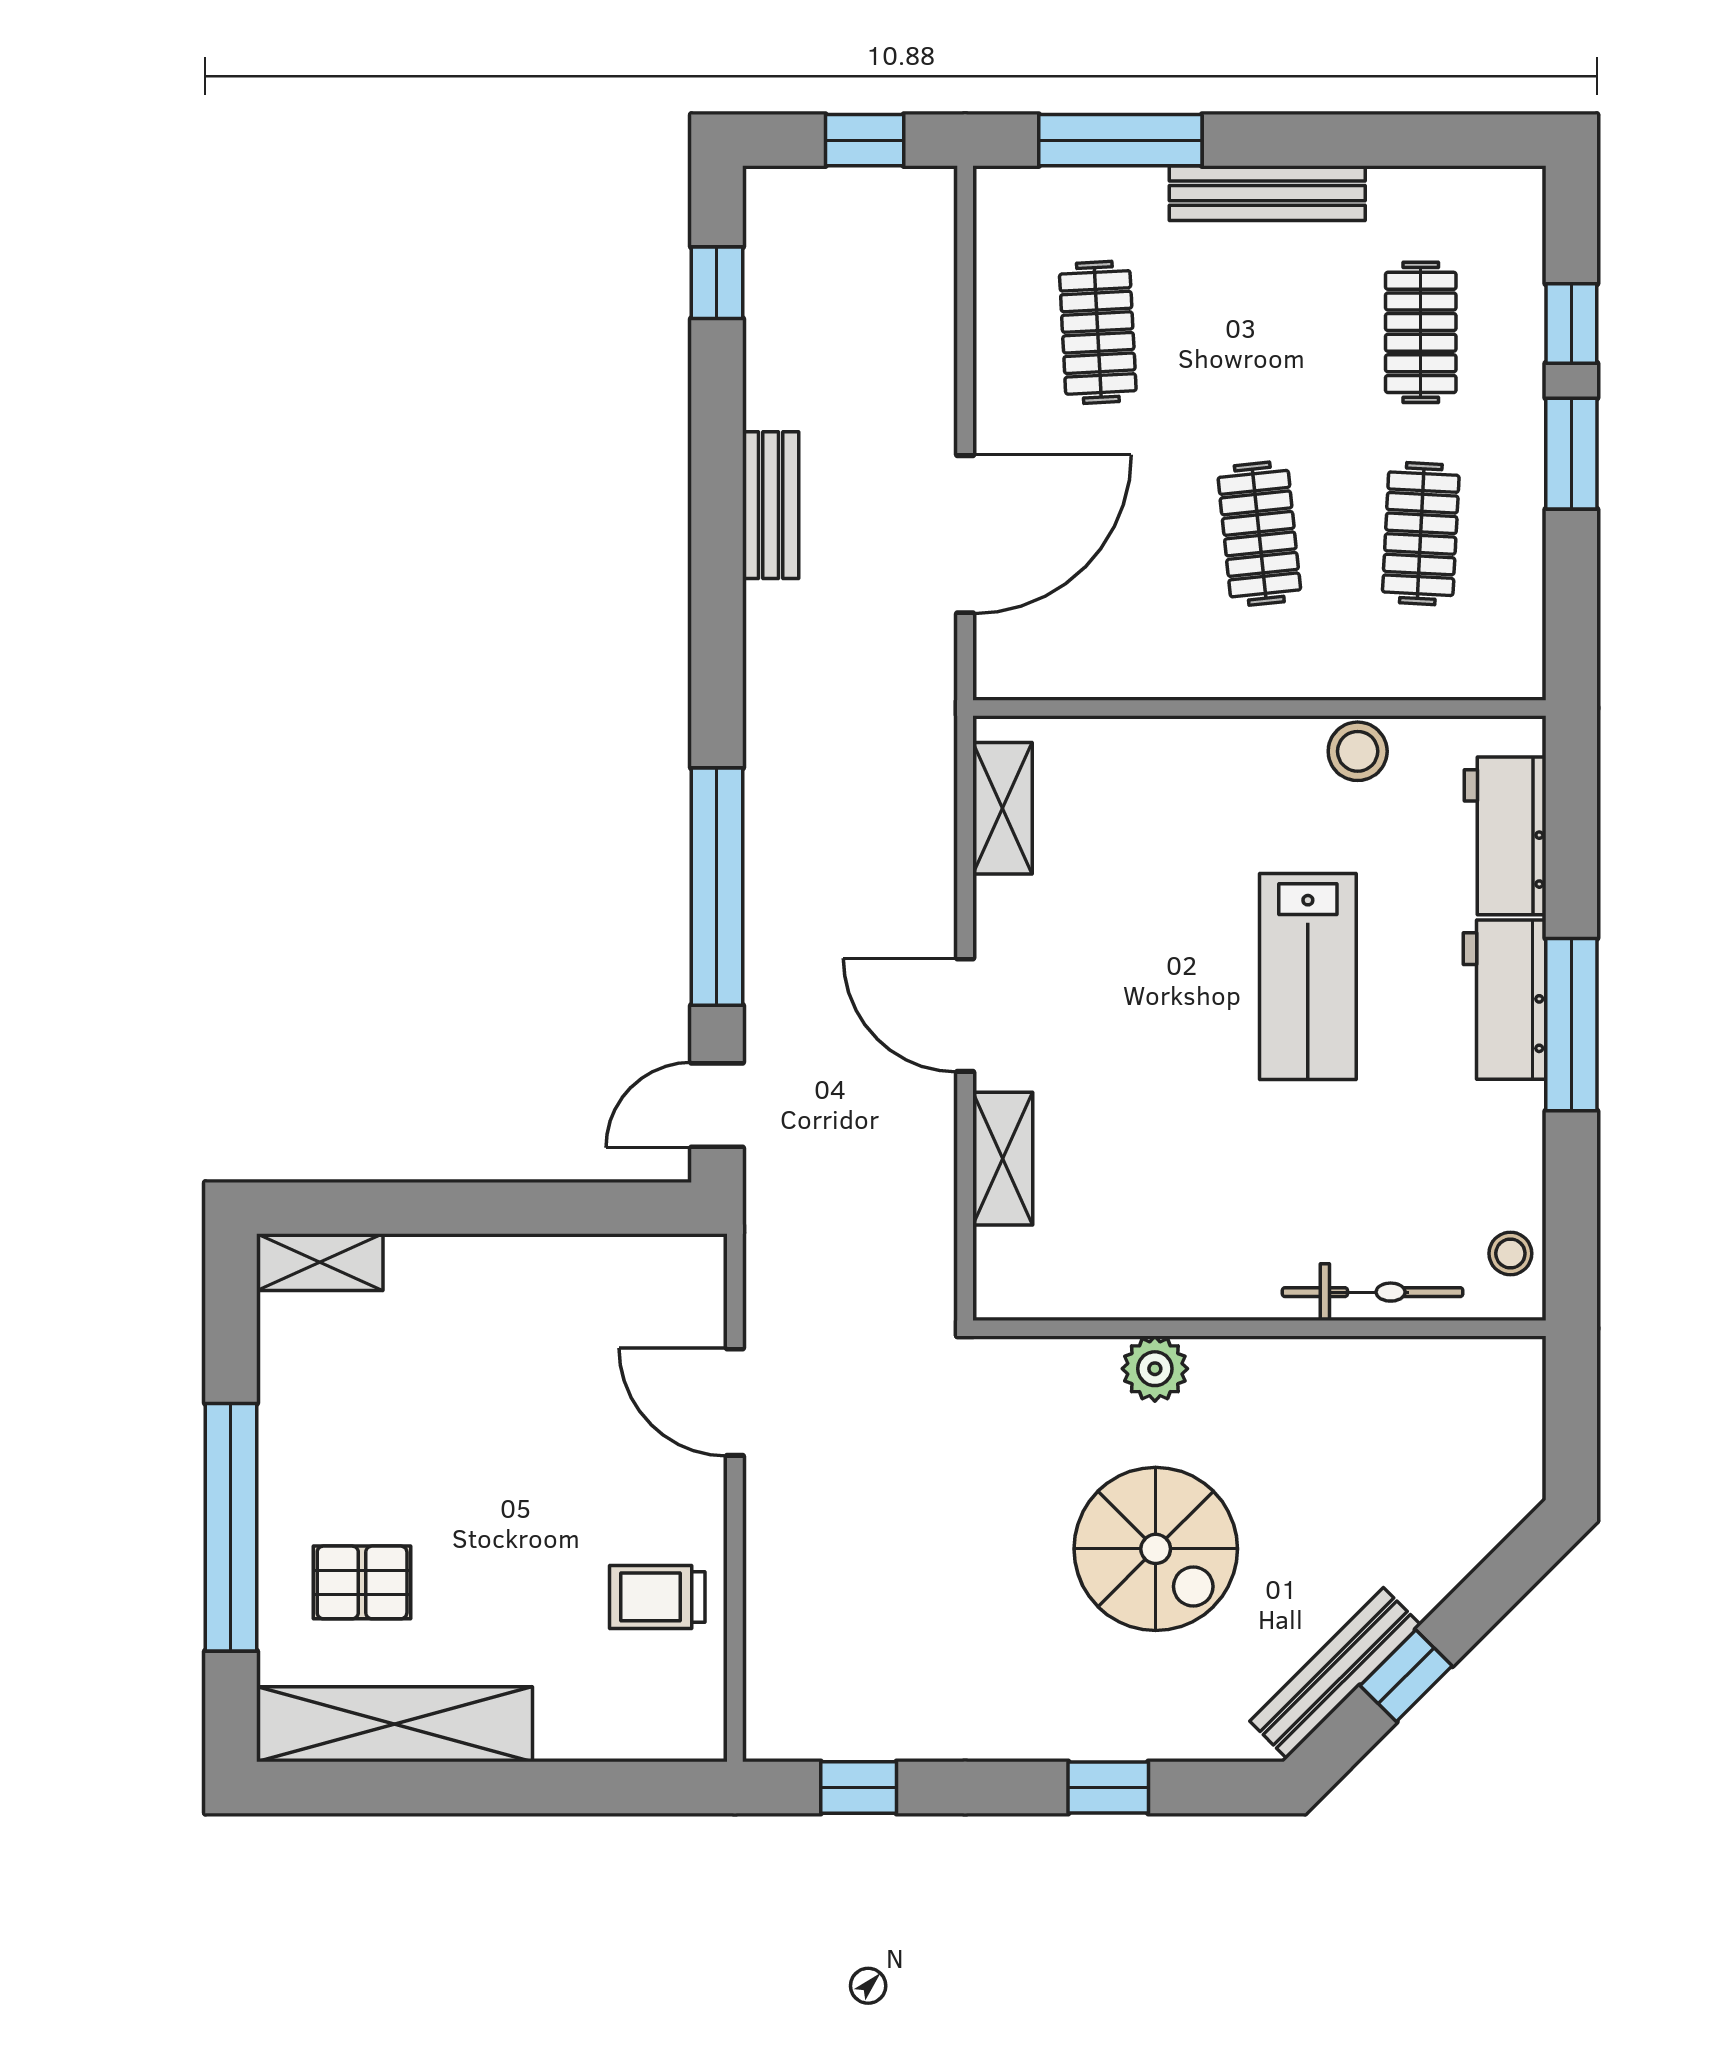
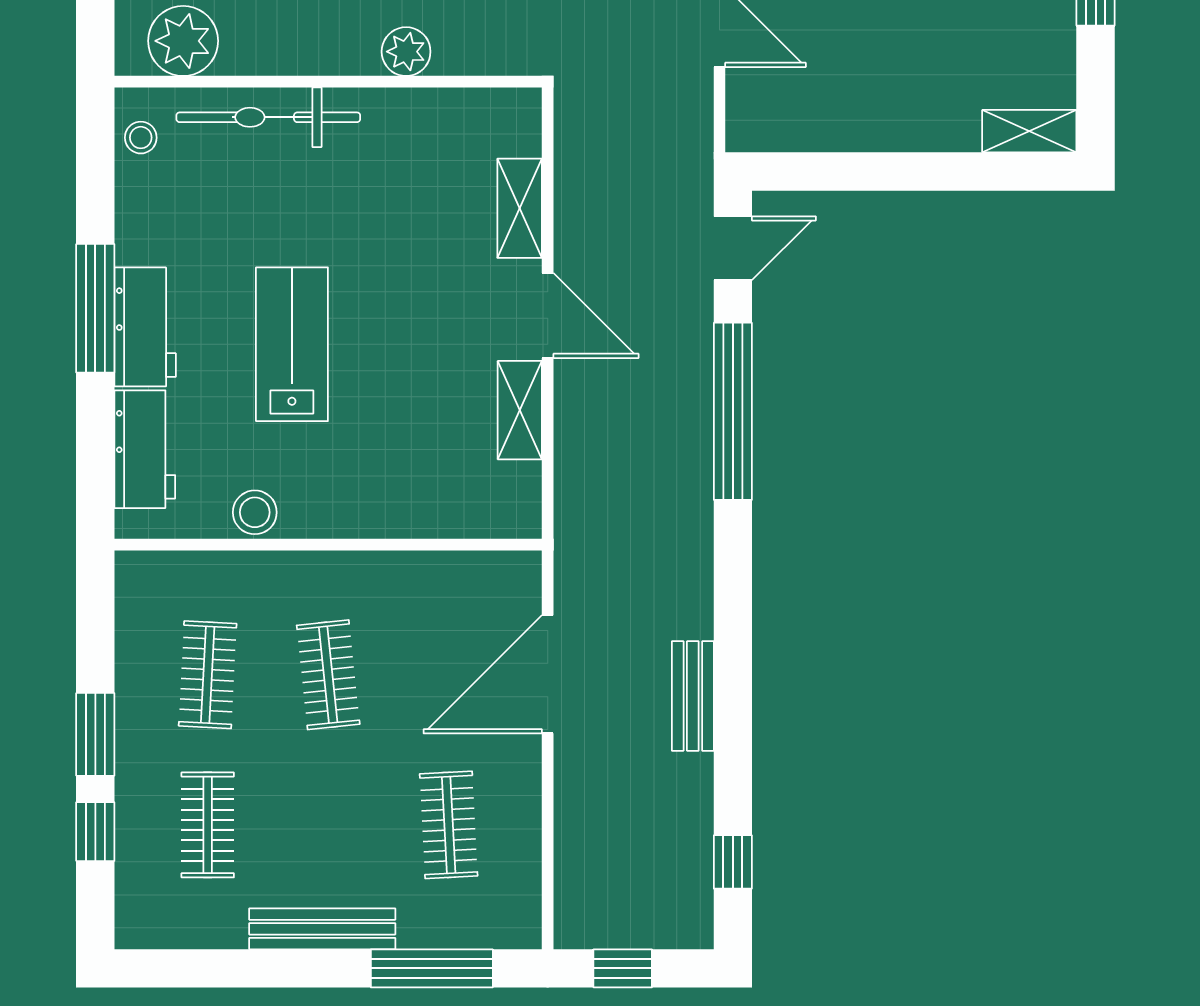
shelving: (1002, 808) -> (520, 410), moved
bicycle: (1373, 1292) -> (268, 117), width x1.37, depth x1.40
plant: (1454, 1383) -> (183, 41), added

